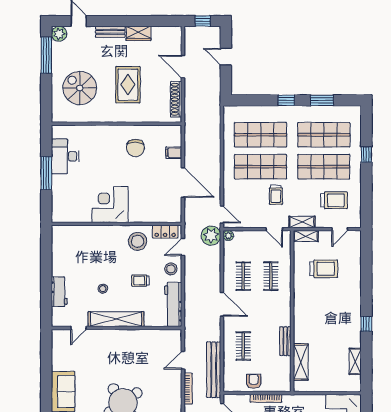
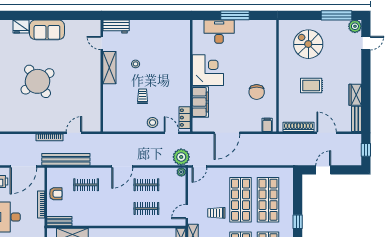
bench: (110, 32) -> (357, 119), moved
door: (226, 57) -> (323, 170), moved
door: (183, 67) -> (327, 133), hinge flipped
rug: (128, 85) -> (311, 86), width x0.73, depth x0.70
spiral stairs: (80, 88) -> (308, 44), turned -90
chair: (135, 148) -> (257, 92), turned -90
filing cabinet: (174, 153) -> (267, 125), moved
desk: (65, 156) -> (219, 32), moved
filing cabinet: (147, 213) -> (200, 102), added
stool: (138, 241) -> (176, 94), removed
workbench: (59, 292) -> (116, 26), moved
workbench: (173, 304) -> (122, 125), removed
shelving: (116, 319) -> (109, 68), width x0.68
bench: (285, 341) -> (59, 221), moved
door: (183, 360) -> (74, 133), hinge flipped

